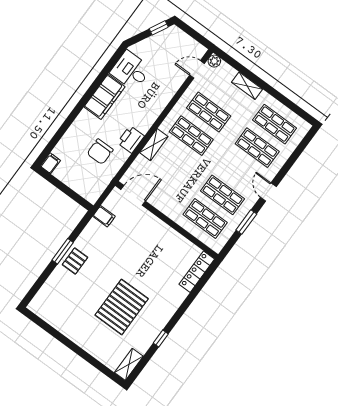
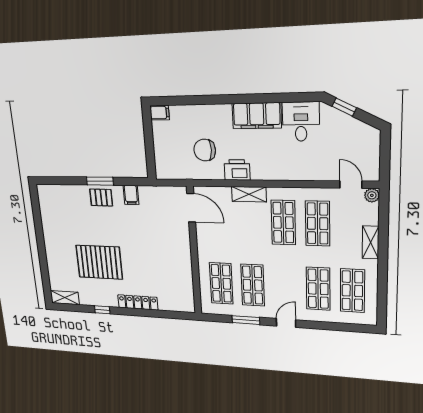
window: (159, 28) -> (344, 107), moved
filing cabinet: (104, 216) -> (131, 195), moved
locker: (197, 272) -> (138, 302), moved

